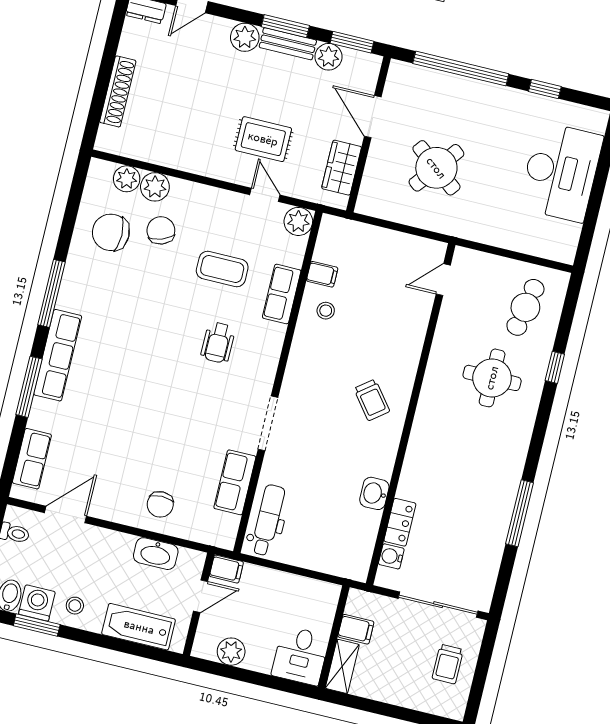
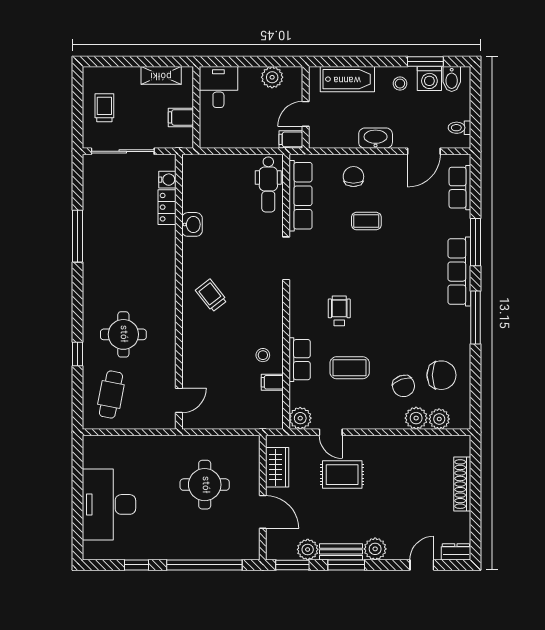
round table: (436, 168) -> (205, 485), turned -38
coffee table: (158, 446) -> (366, 221), added
row of seats: (235, 482) -> (301, 196), width x1.48
washbasin: (156, 554) -> (376, 138), moved
shelving: (342, 666) -> (161, 75), moved, turned 90

